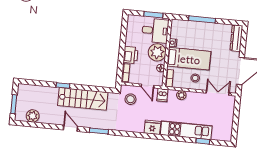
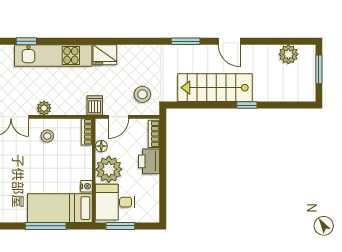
bed: (189, 59) -> (60, 208), moved
door: (147, 86) -> (119, 117), swing flipped
plant: (181, 95) -> (44, 108), moved

